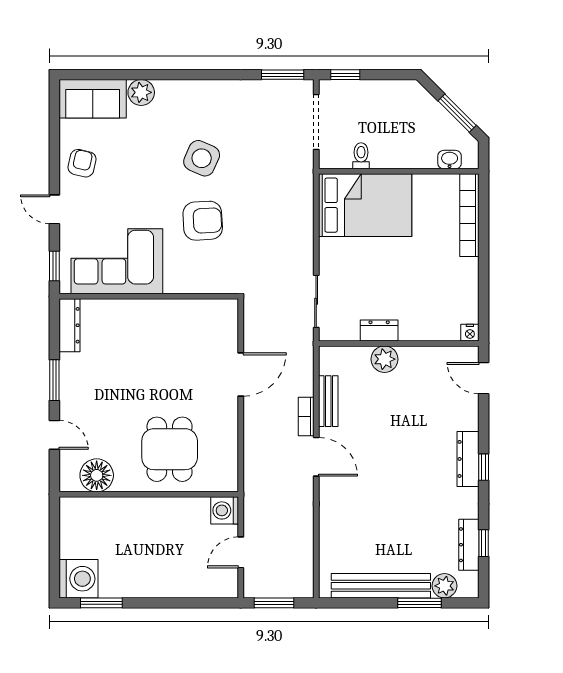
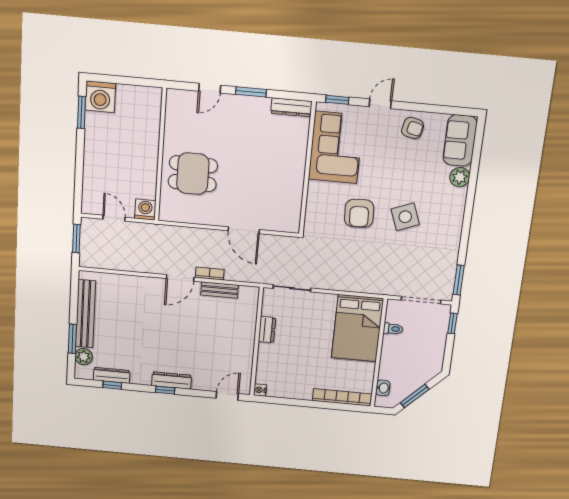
side table: (202, 158) -> (405, 217), turned 45
plant: (385, 359) -> (246, 331), removed
floor lamp: (97, 475) -> (177, 118), removed

